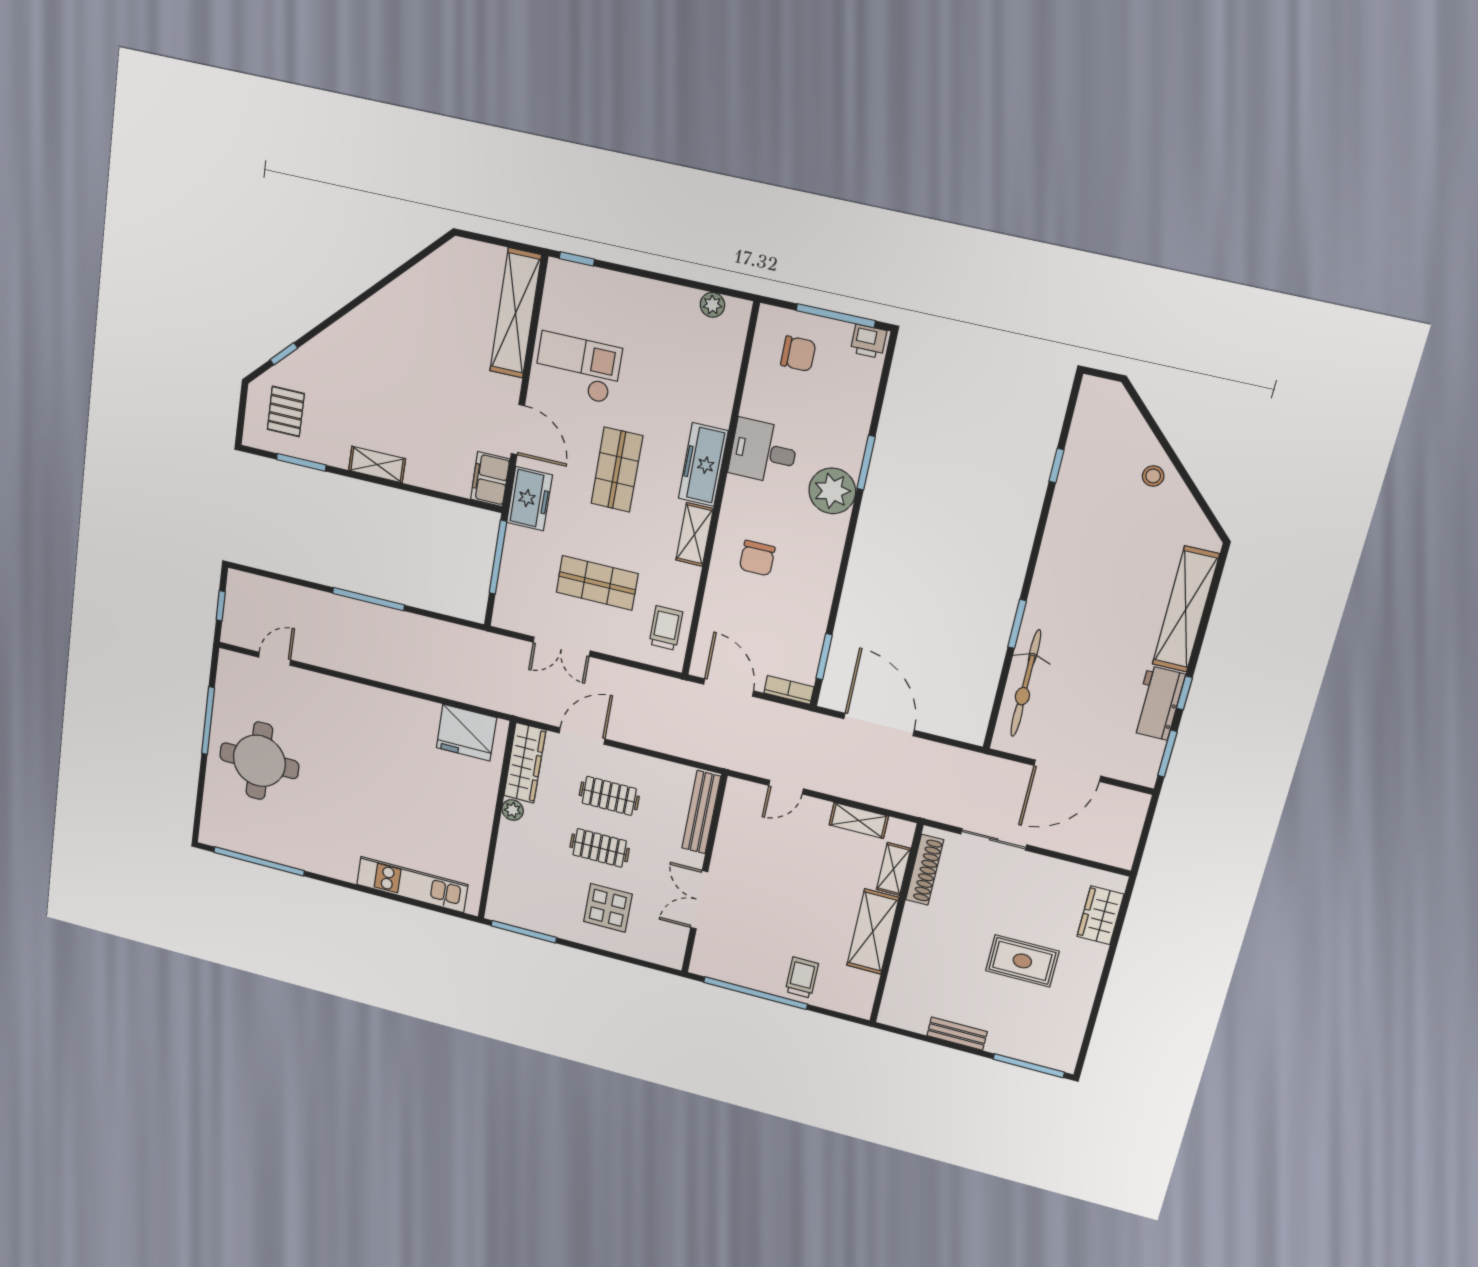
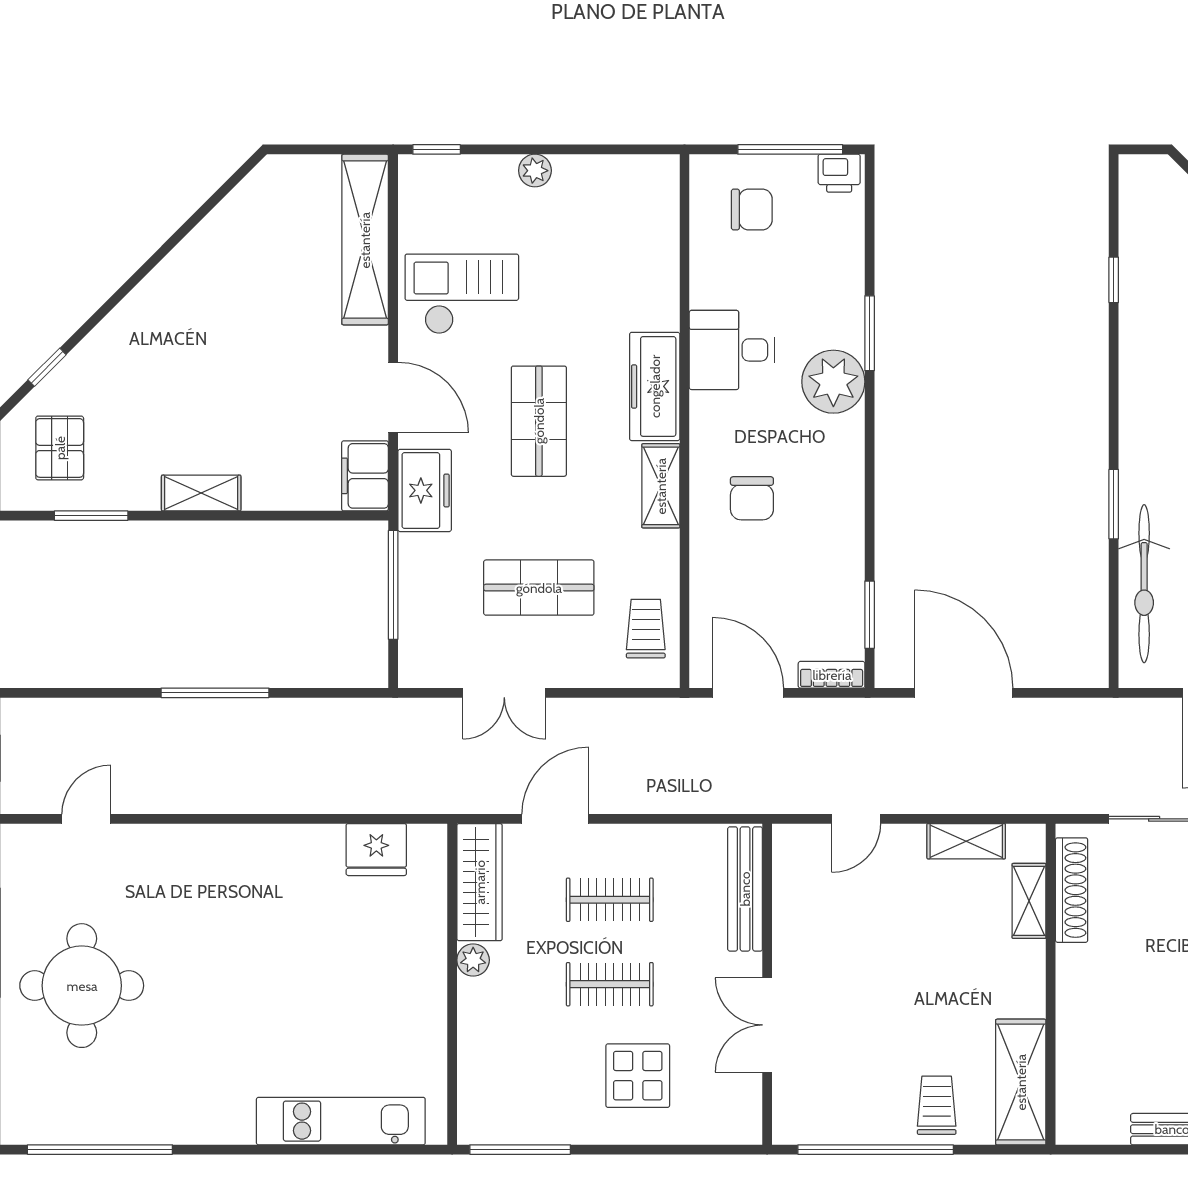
plant: (712, 305) -> (535, 171), moved
fridge: (466, 733) -> (376, 850), width x0.73, depth x0.75
shelving: (873, 932) -> (1021, 1082), moved

